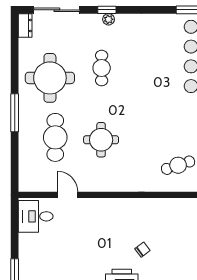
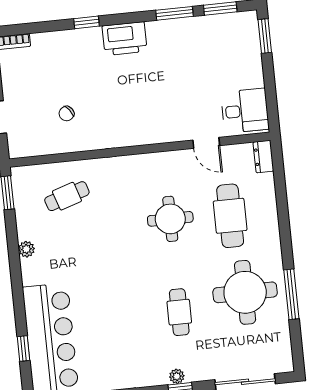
dresser: (25, 25) -> (263, 157), moved
window: (15, 113) -> (291, 294), moved
chair: (142, 250) -> (67, 114), moved

